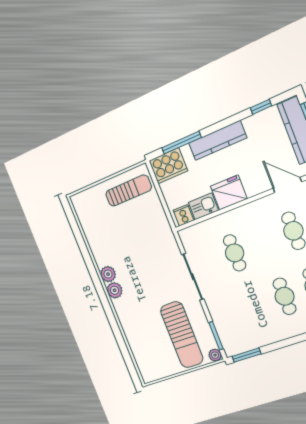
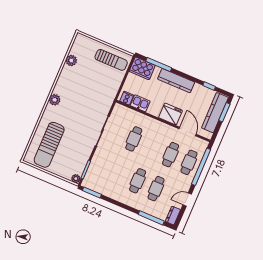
fridge: (229, 192) -> (170, 114), moved
plant: (108, 274) -> (71, 60), moved
sun lounger: (182, 335) -> (49, 145), moved

